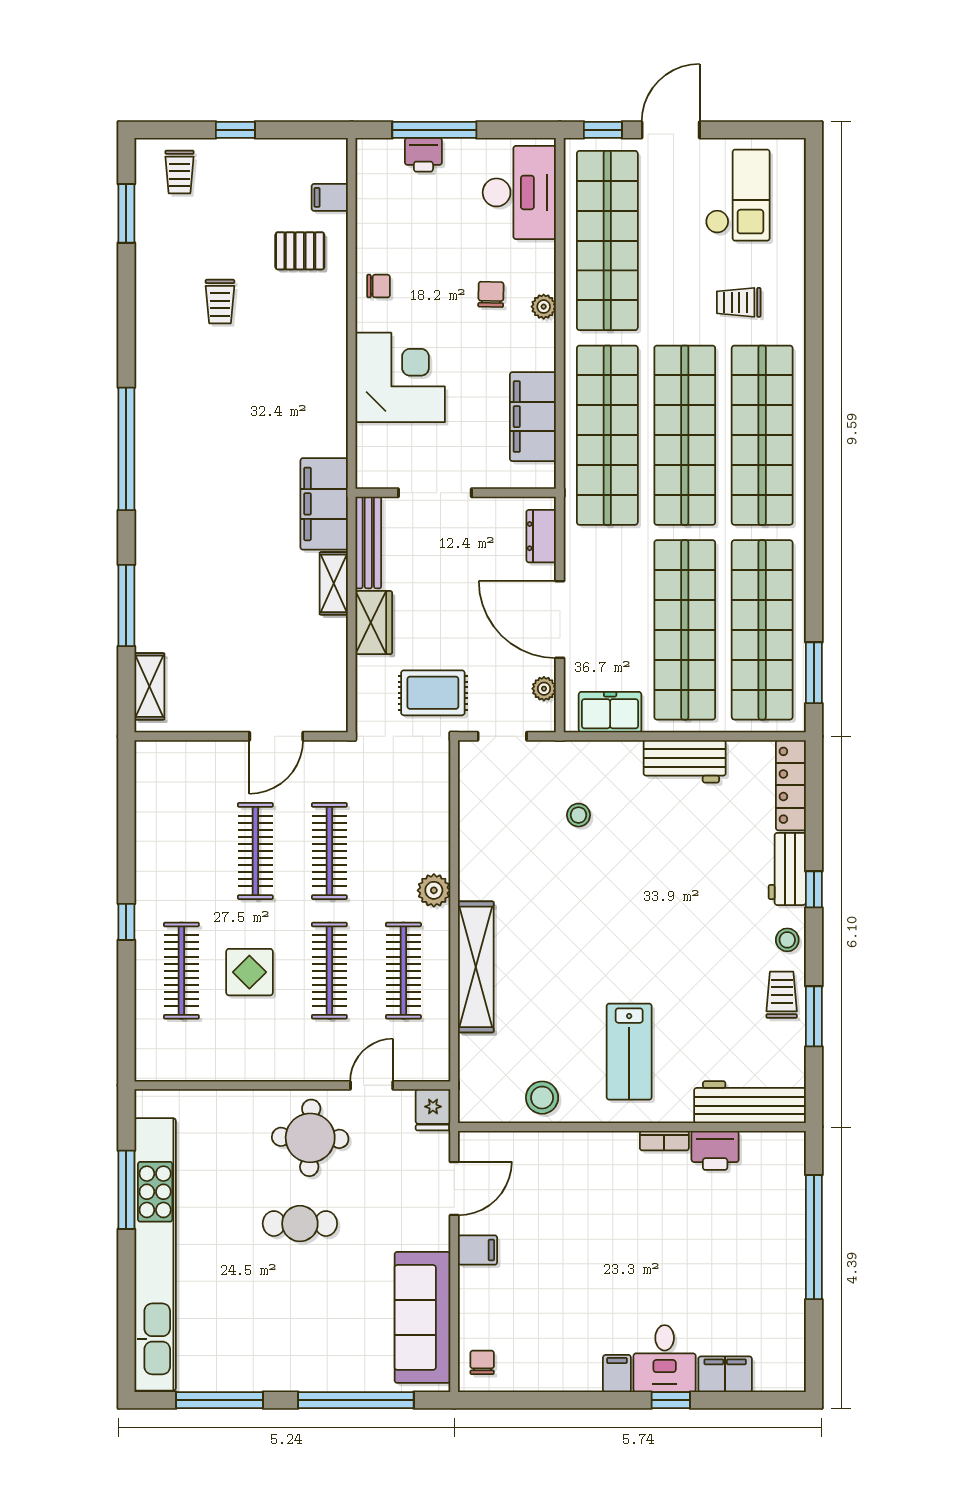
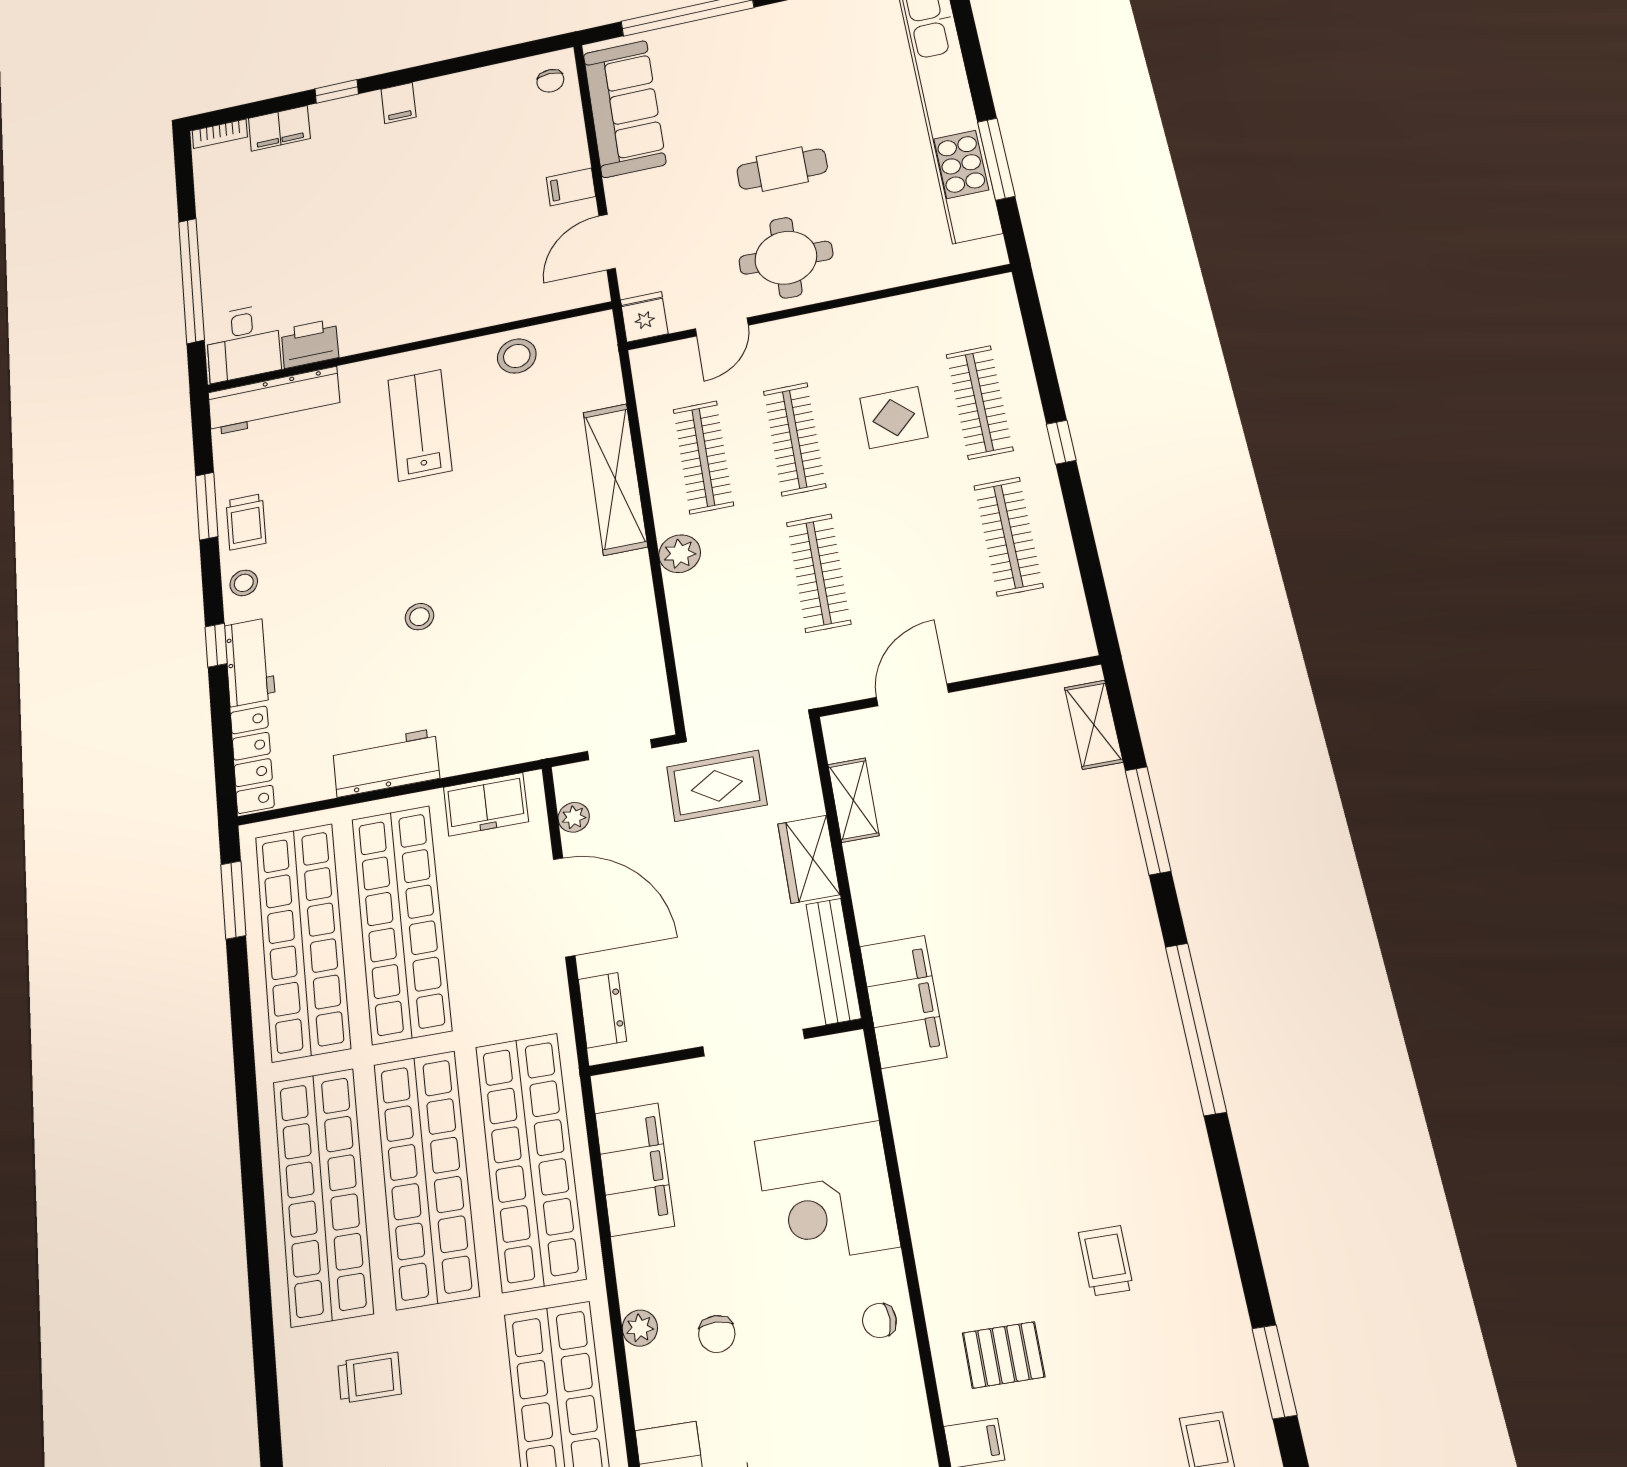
shelving: (334, 583) -> (853, 800), moved
stool: (578, 815) -> (419, 617), moved
clothes rail: (255, 851) -> (1008, 536), moved
bookcase: (664, 1141) -> (220, 134), moved, turned 180
desk: (665, 1359) -> (243, 343), moved, turned 180

